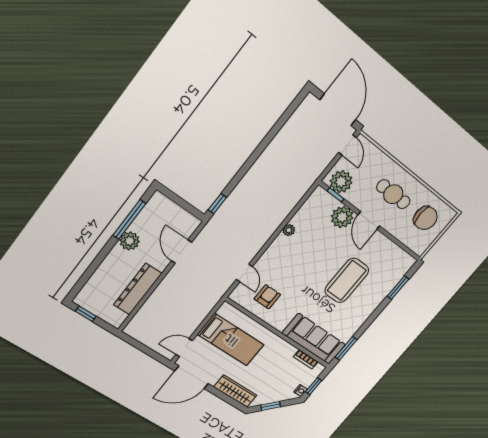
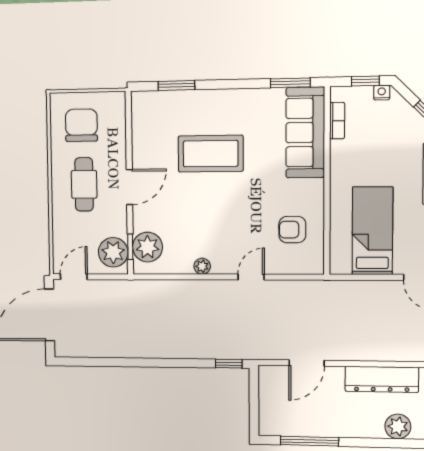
plant: (342, 217) -> (147, 247), moved
plant: (130, 241) -> (398, 426), moved
door: (244, 273) -> (251, 277), moved

